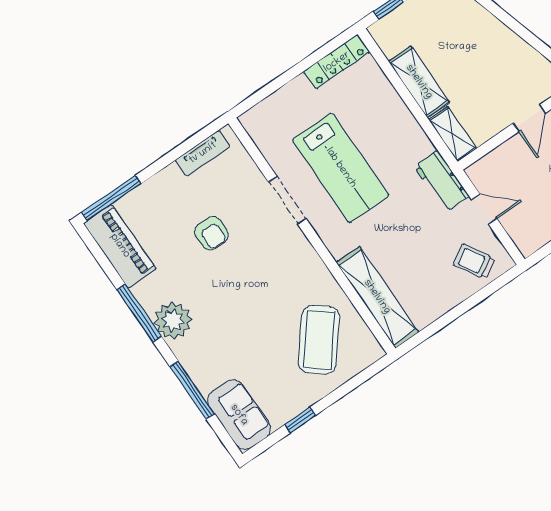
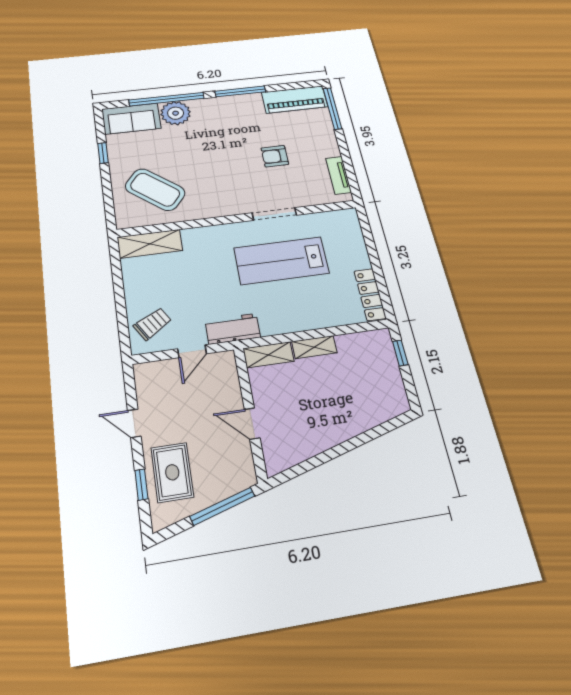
shelving: (419, 82) -> (314, 347), width x0.67, depth x0.75
shelving: (377, 297) -> (150, 244), width x0.68
plant: (173, 321) -> (176, 113), moved
window: (192, 390) -> (167, 99), width x1.46

